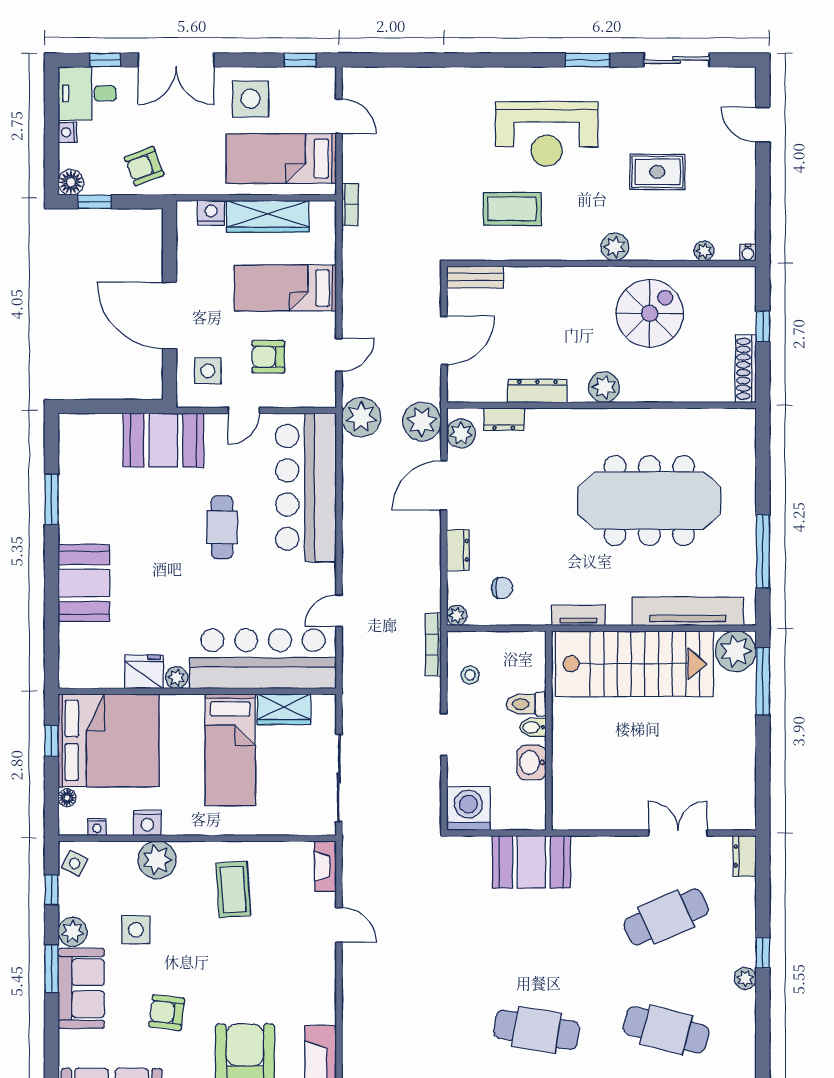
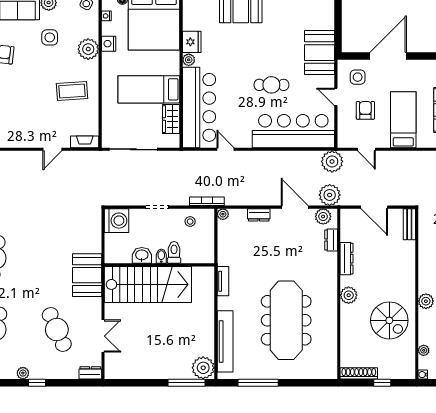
chair: (502, 588) -> (238, 239), removed
stairs: (634, 664) -> (148, 284), moved, turned -90
booth: (531, 862) -> (87, 275), moved

